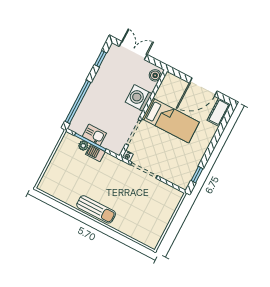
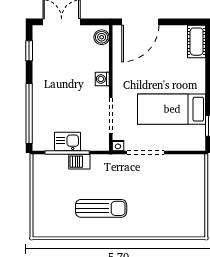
door: (203, 87) -> (140, 22), moved
washing machine: (139, 98) -> (102, 79), width x0.53, depth x0.53
bed: (171, 120) -> (172, 109), moved, turned 180
plant: (83, 146) -> (61, 160), removed
sun lounger: (96, 209) -> (101, 208), moved

